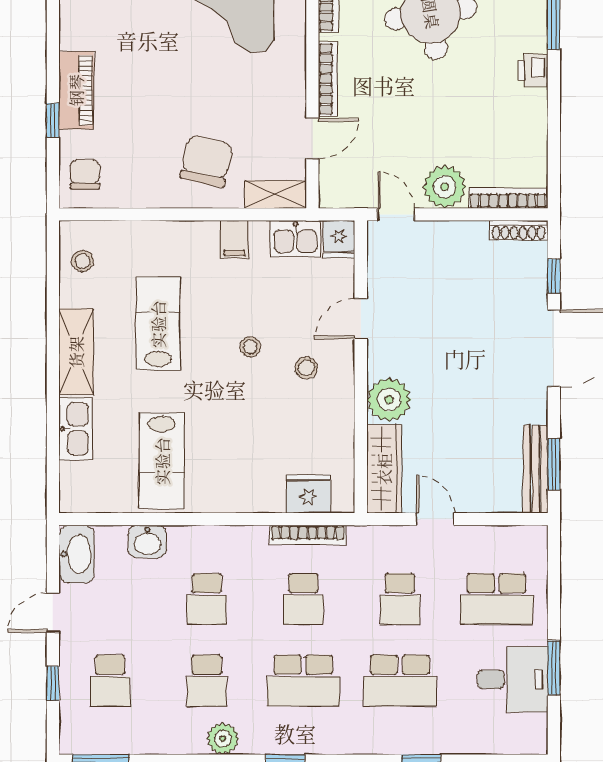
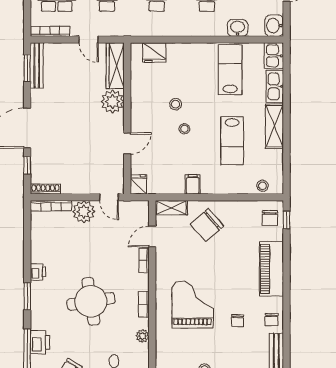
bookcase: (328, 79) -> (144, 260), width x0.64
piano: (76, 90) -> (271, 269), width x1.37, depth x1.33
window: (53, 120) -> (286, 220), moved
chair: (207, 161) -> (207, 225), turned 36
kitchen sink: (295, 239) -> (274, 56), moved, turned -90
stool: (82, 261) -> (263, 186), moved
stool: (306, 368) -> (176, 104), moved
bookcase: (308, 535) -> (50, 31), moved
washbasin: (77, 554) -> (274, 26), width x0.72

